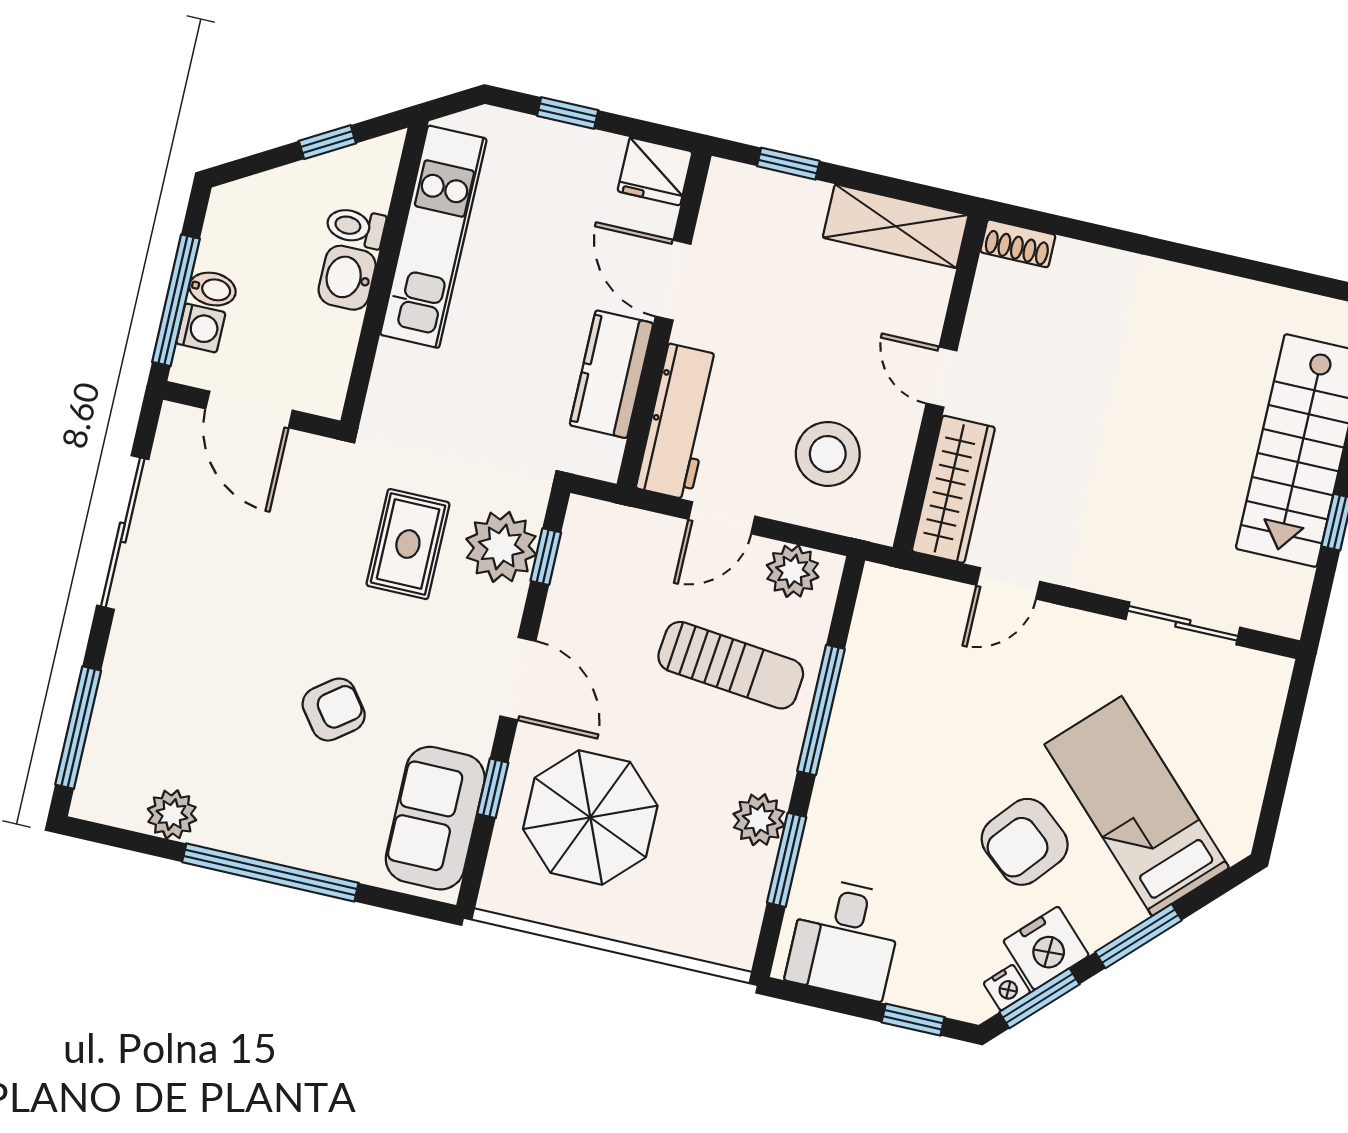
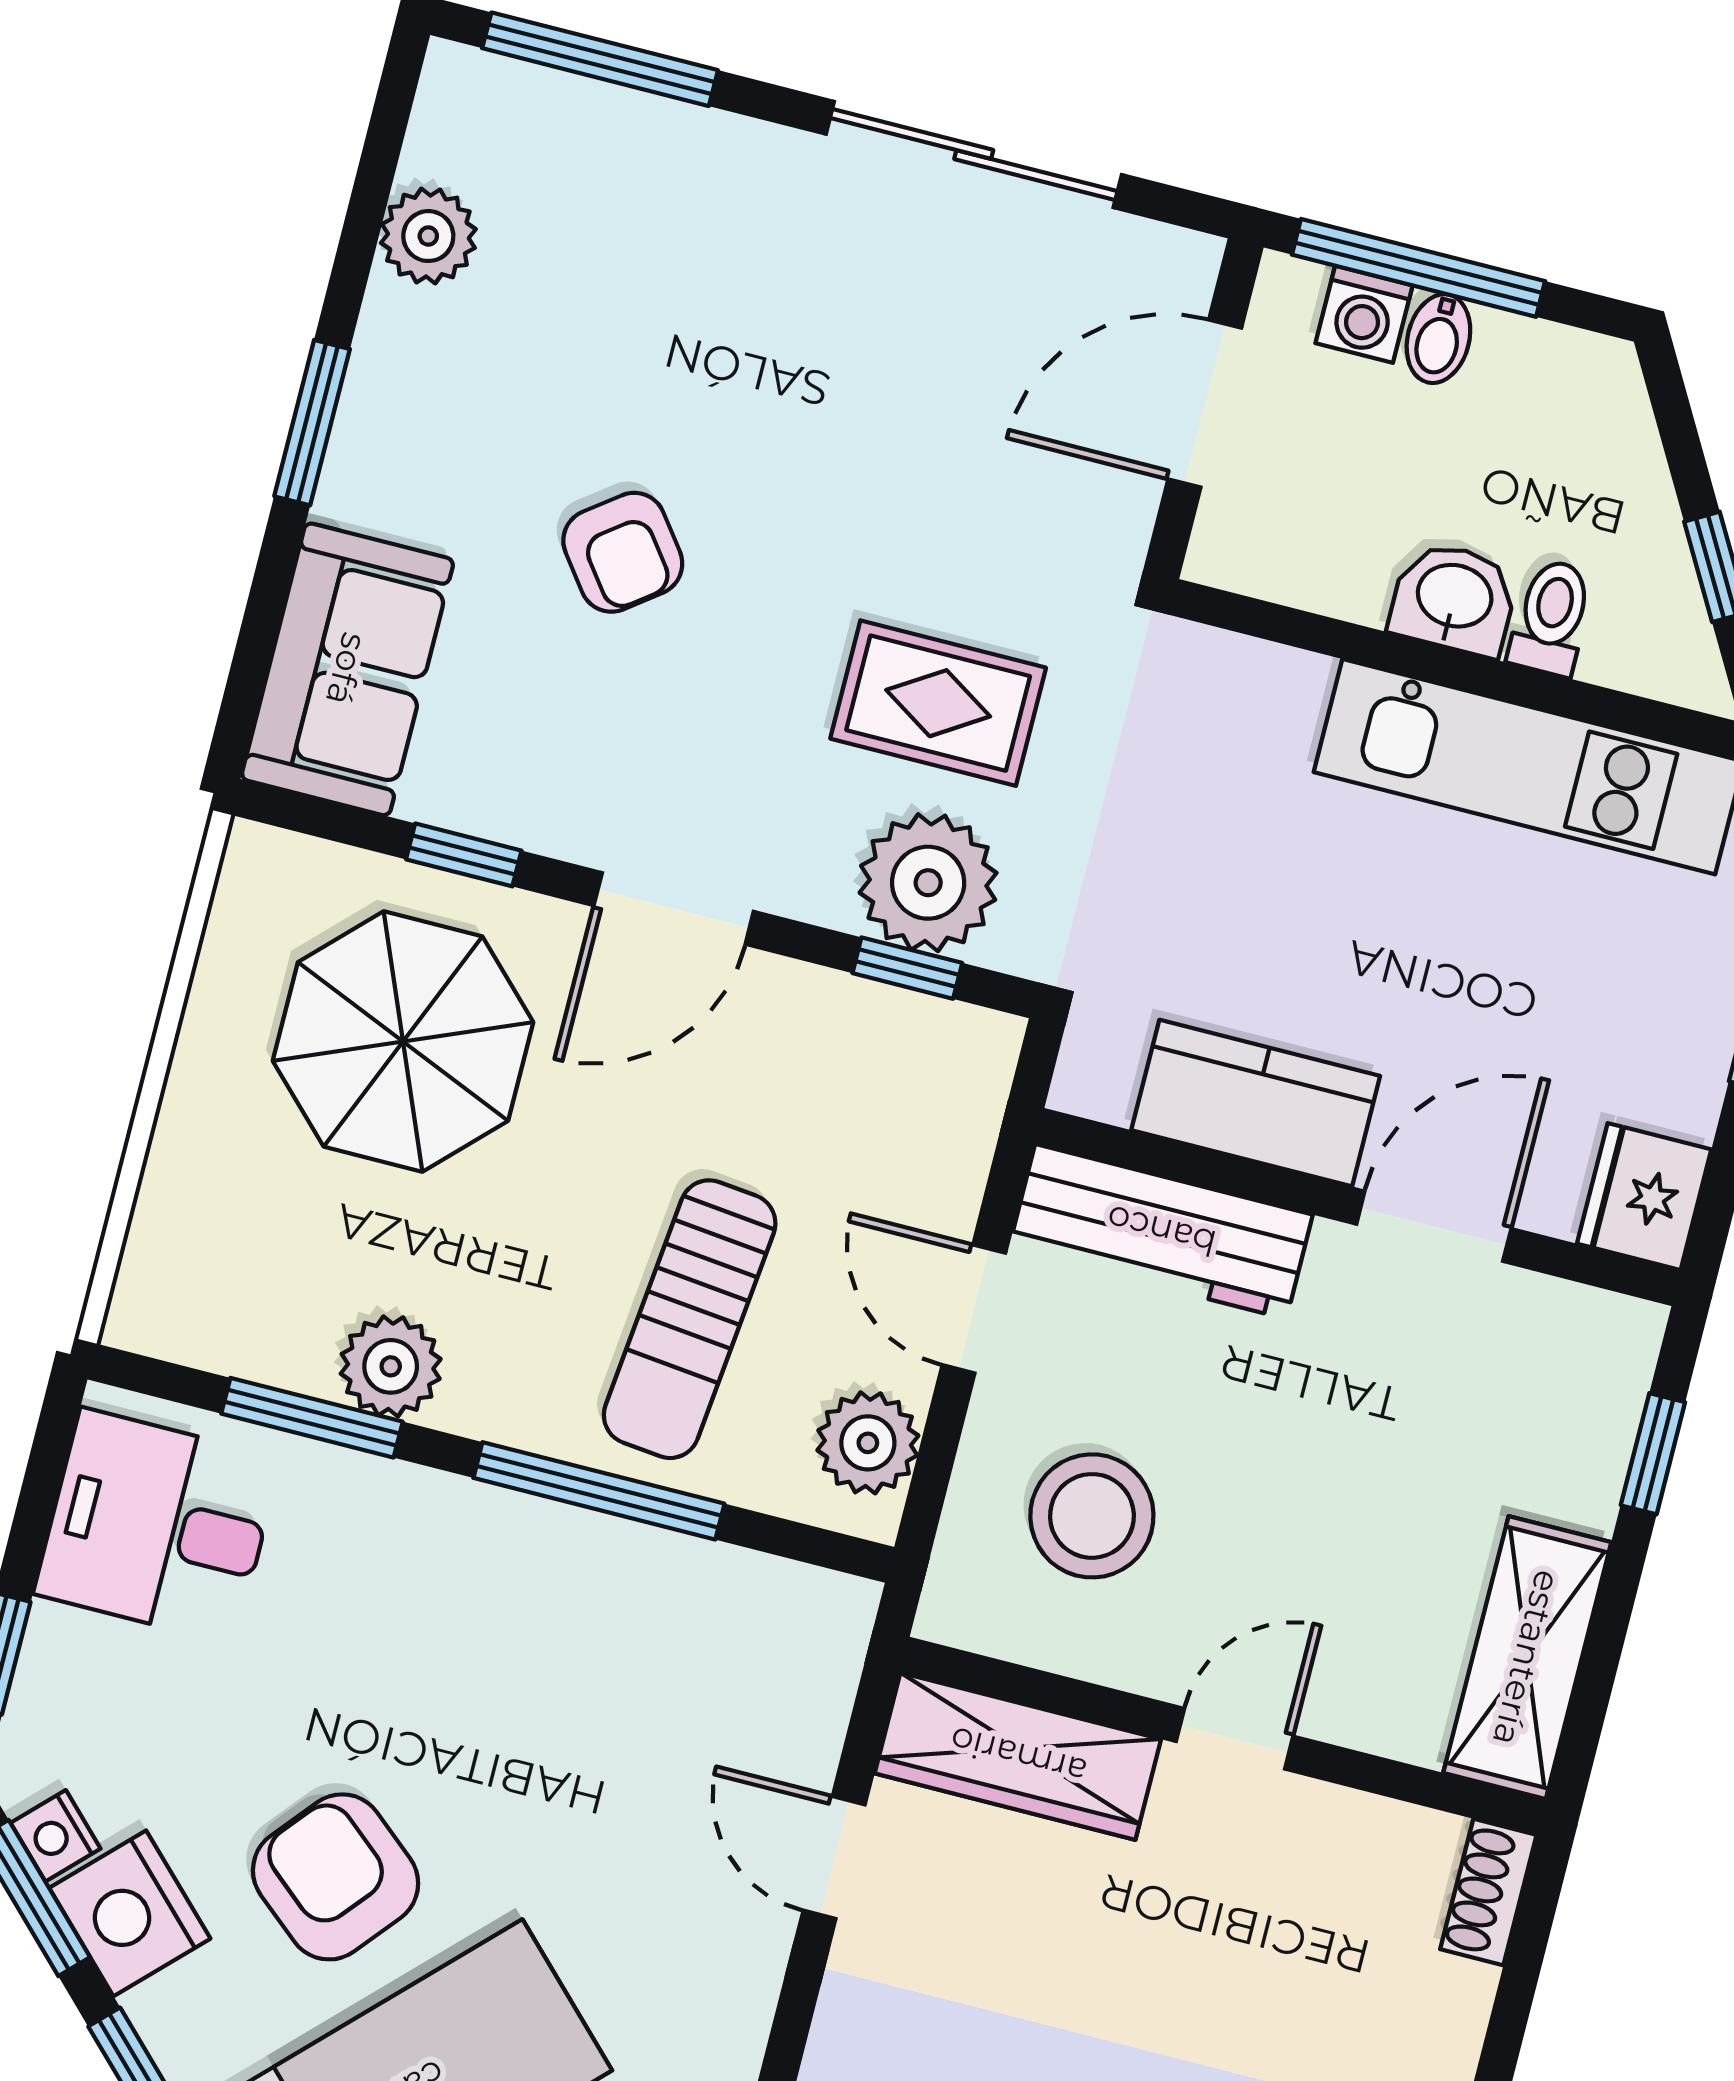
sofa: (435, 818) -> (347, 669), moved, turned 90
window: (270, 872) -> (312, 423), width x0.47

